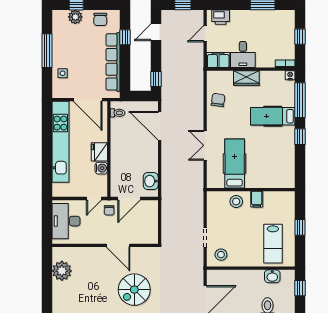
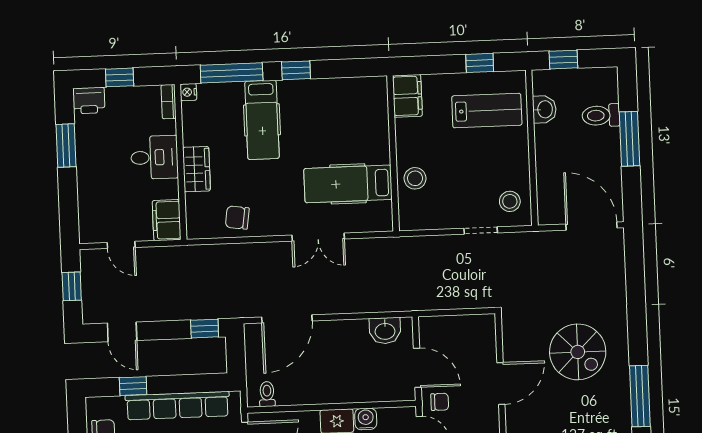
printer: (221, 17) -> (89, 101), moved, turned 90
desk: (243, 55) -> (154, 157), moved
filing cabinet: (257, 199) -> (407, 96), moved, width x2.00
window: (300, 227) -> (480, 63), moved

